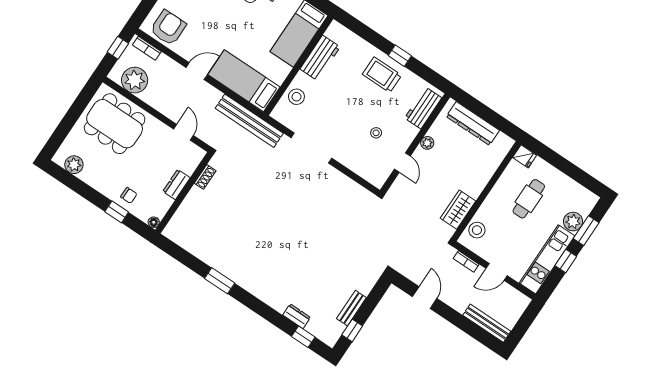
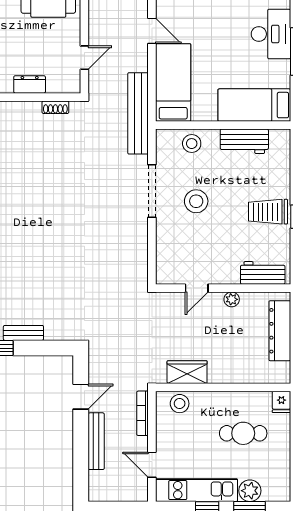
trolley: (382, 75) -> (268, 212), turned -90
stool: (376, 133) -> (196, 201), moved, width x1.89, depth x1.89
bookcase: (466, 261) -> (142, 413), width x1.56
door: (497, 272) -> (152, 465), moved
bench: (487, 323) -> (96, 441), moved

